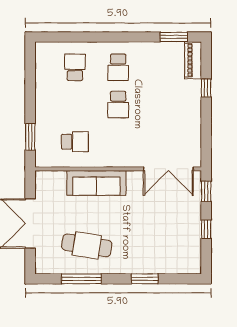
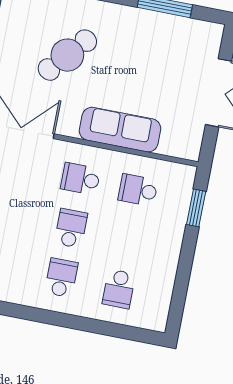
school desk: (118, 142) -> (80, 179), added
cafe table: (87, 245) -> (67, 55), moved, turned -58

